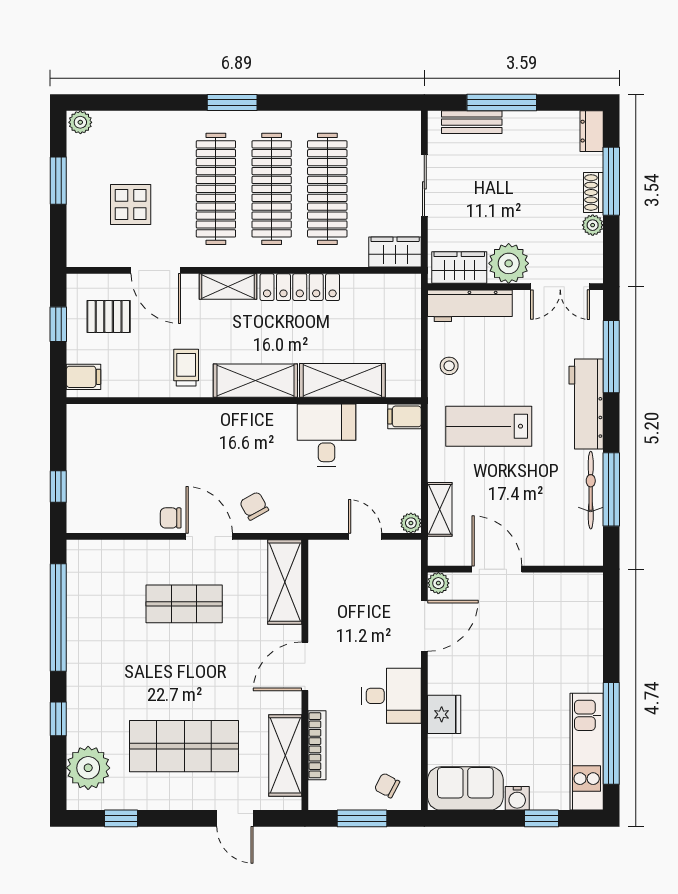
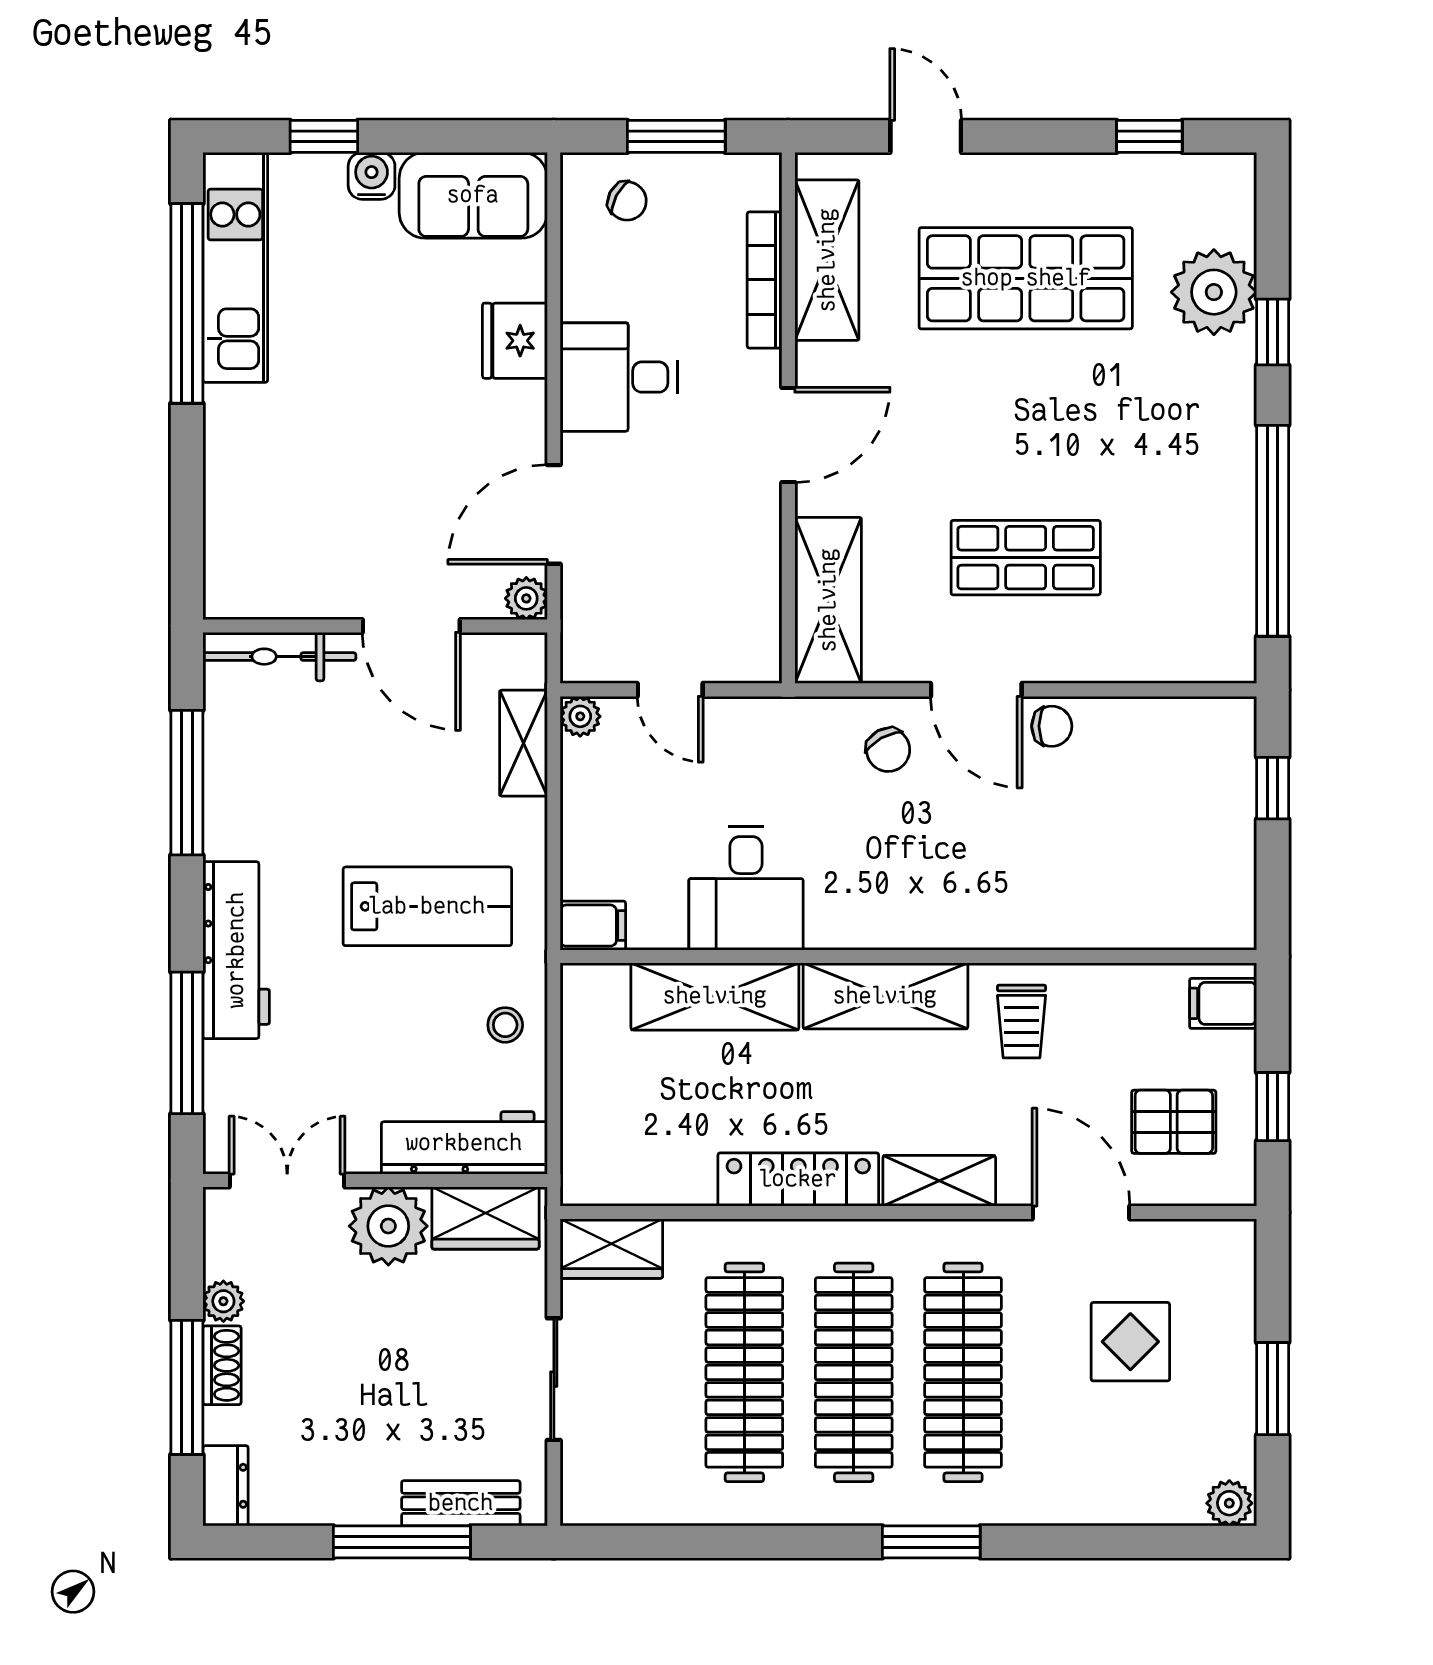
bicycle: (591, 490) -> (279, 657), moved, turned 90
plant: (88, 768) -> (1214, 292), moved

